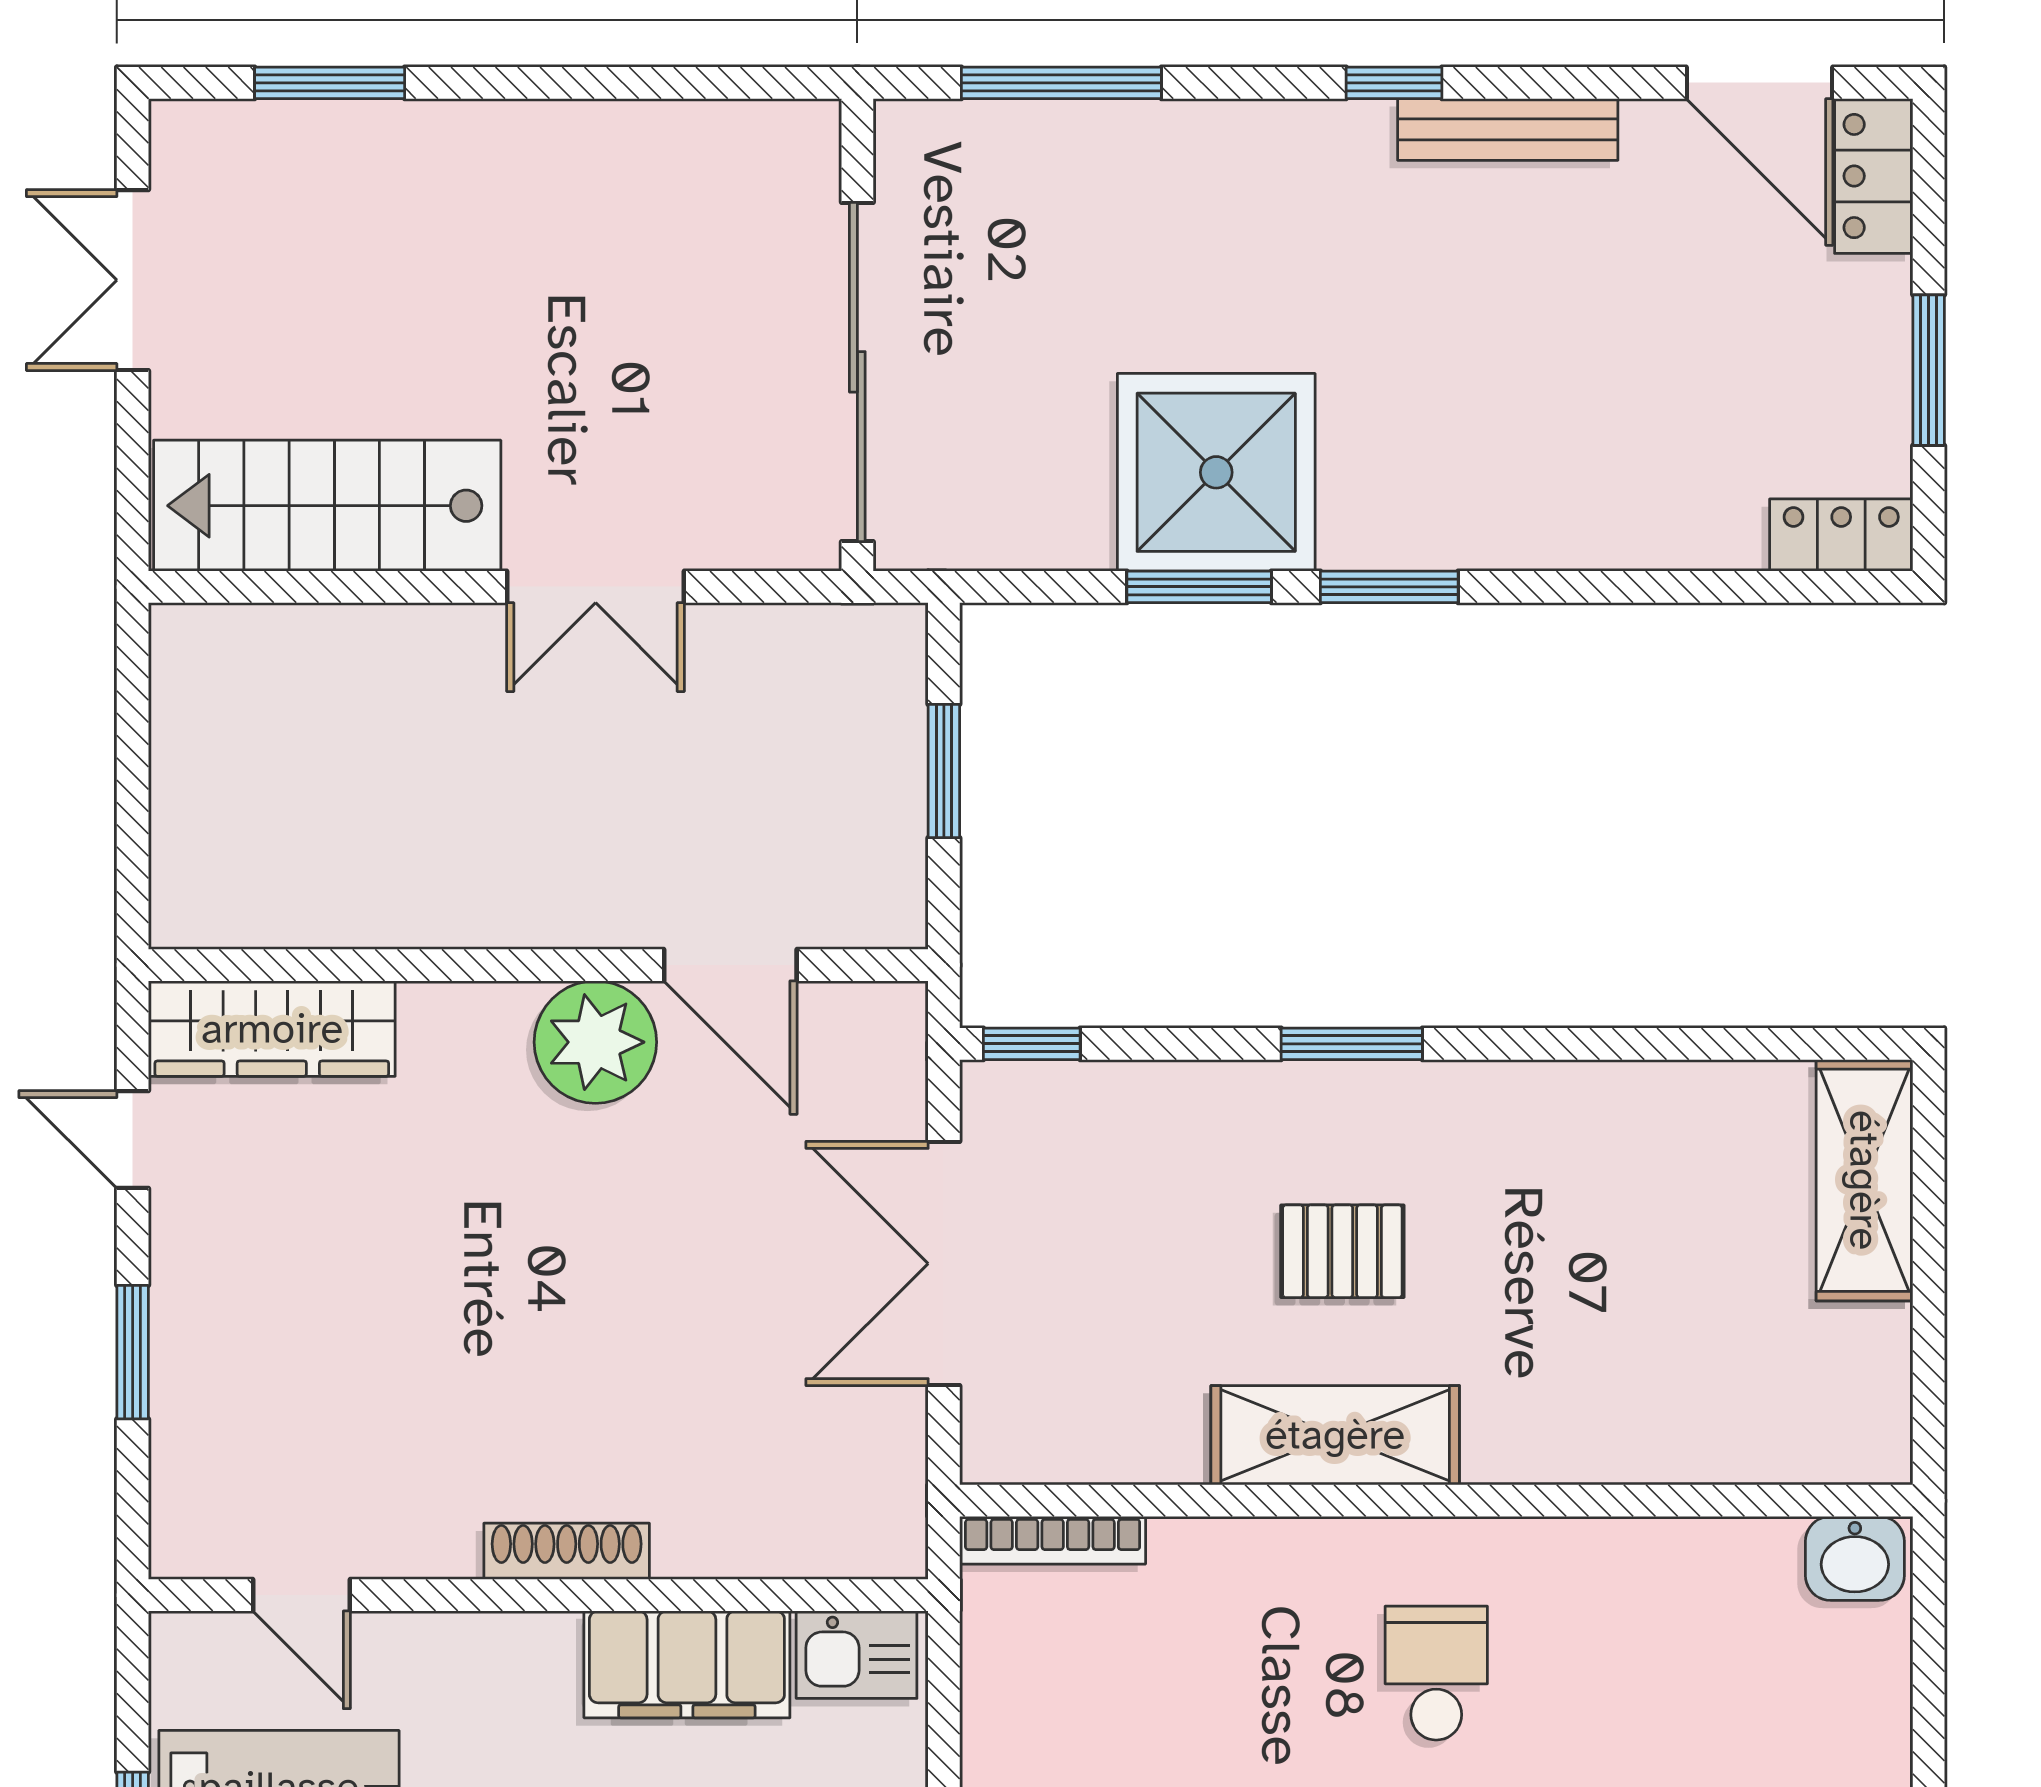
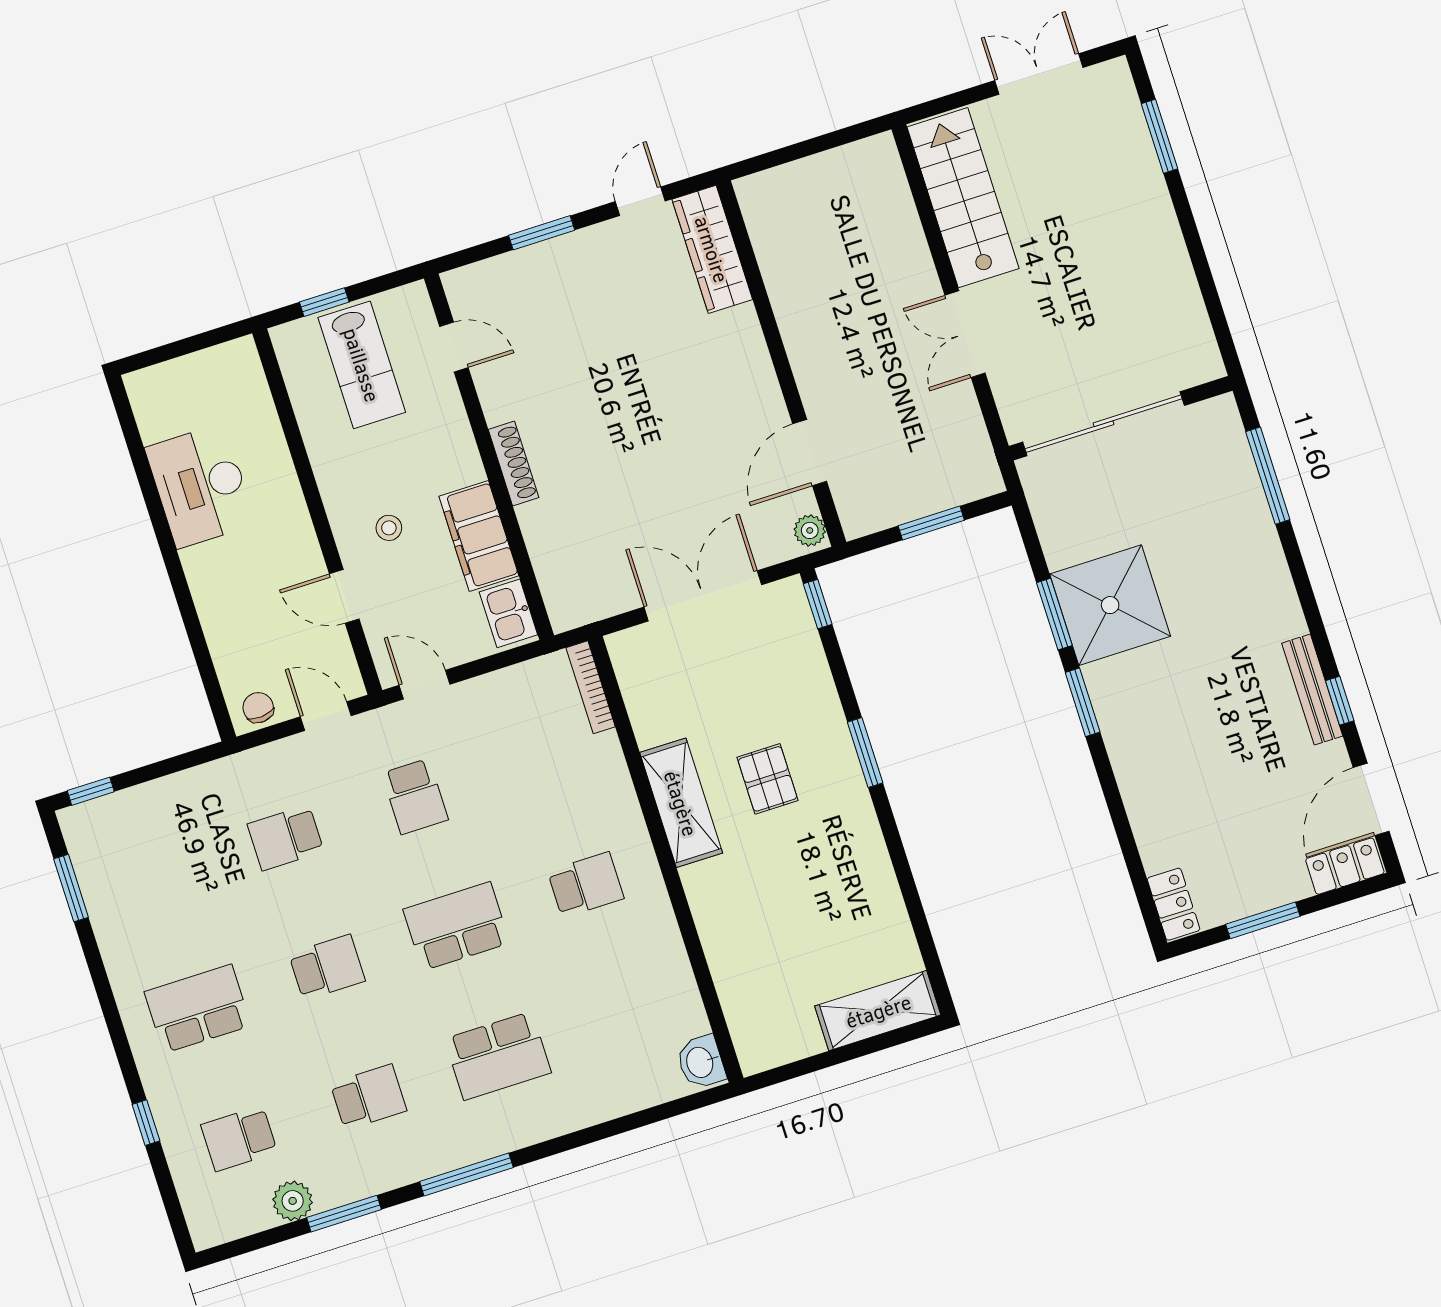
window: (1394, 83) -> (1340, 701), moved
plant: (595, 1042) -> (810, 530), moved, width x0.53, depth x0.53
door: (301, 1595) -> (454, 347), swing flipped

